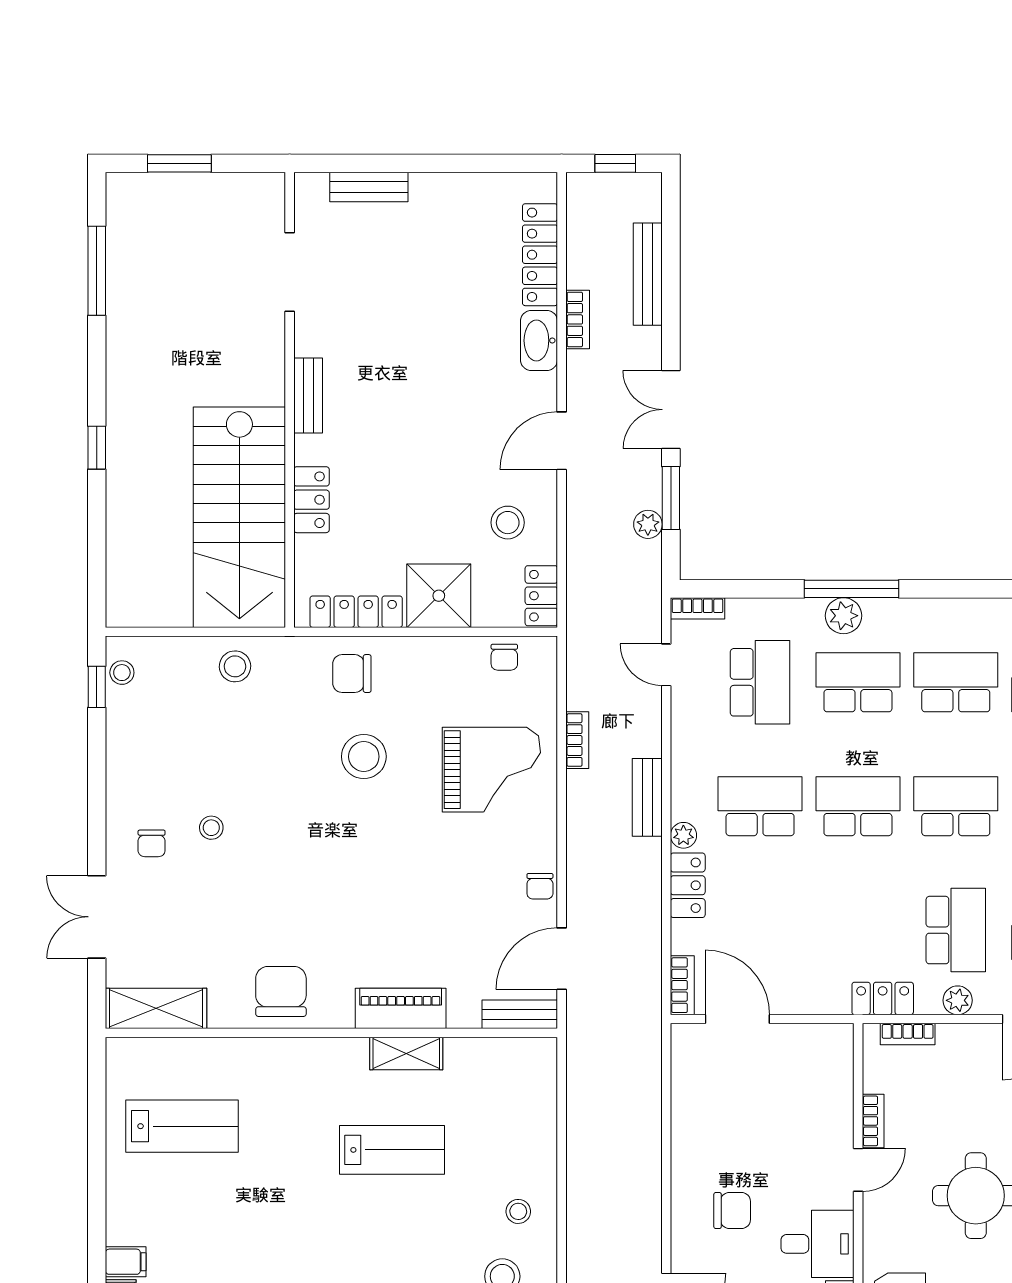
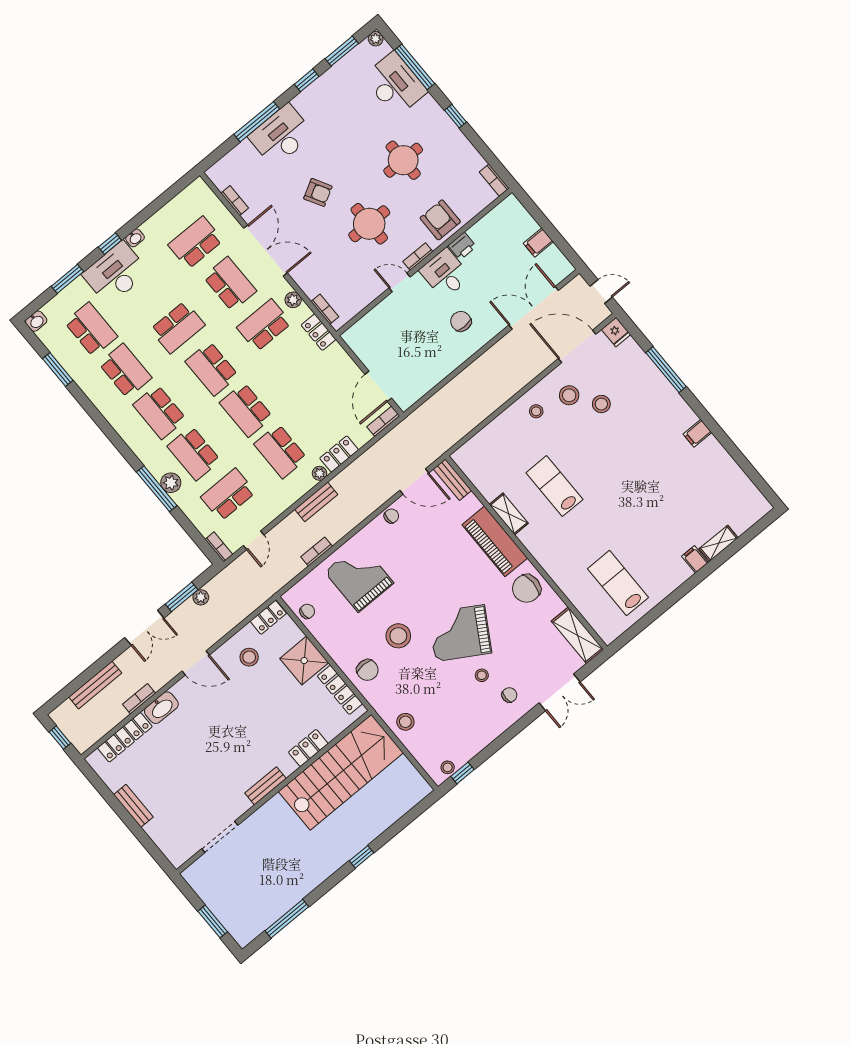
bench: (369, 187) -> (133, 806), moved
grand piano: (296, 846) -> (460, 633), added
piano: (401, 1008) -> (495, 541), width x1.37, depth x1.33
bookcase: (873, 1121) -> (418, 257), moved

